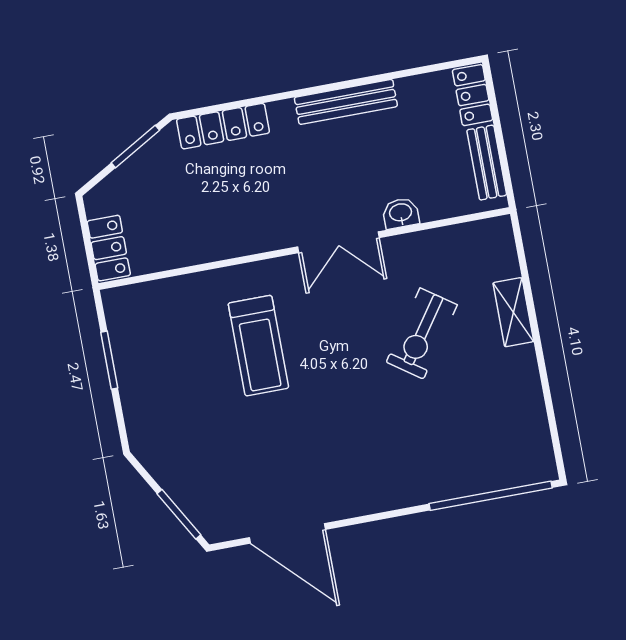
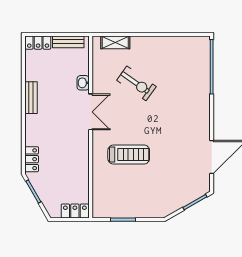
bench: (346, 102) -> (31, 98), width x0.73
locker: (223, 126) -> (32, 159), width x0.66
shelving: (513, 312) -> (115, 42), moved

